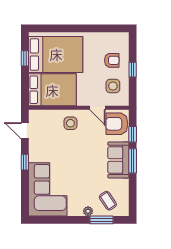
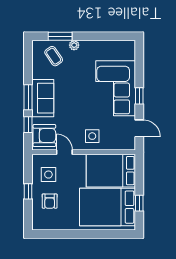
armchair: (112, 60) -> (50, 201), turned -90
corner sofa: (48, 189) -> (116, 88), moved

